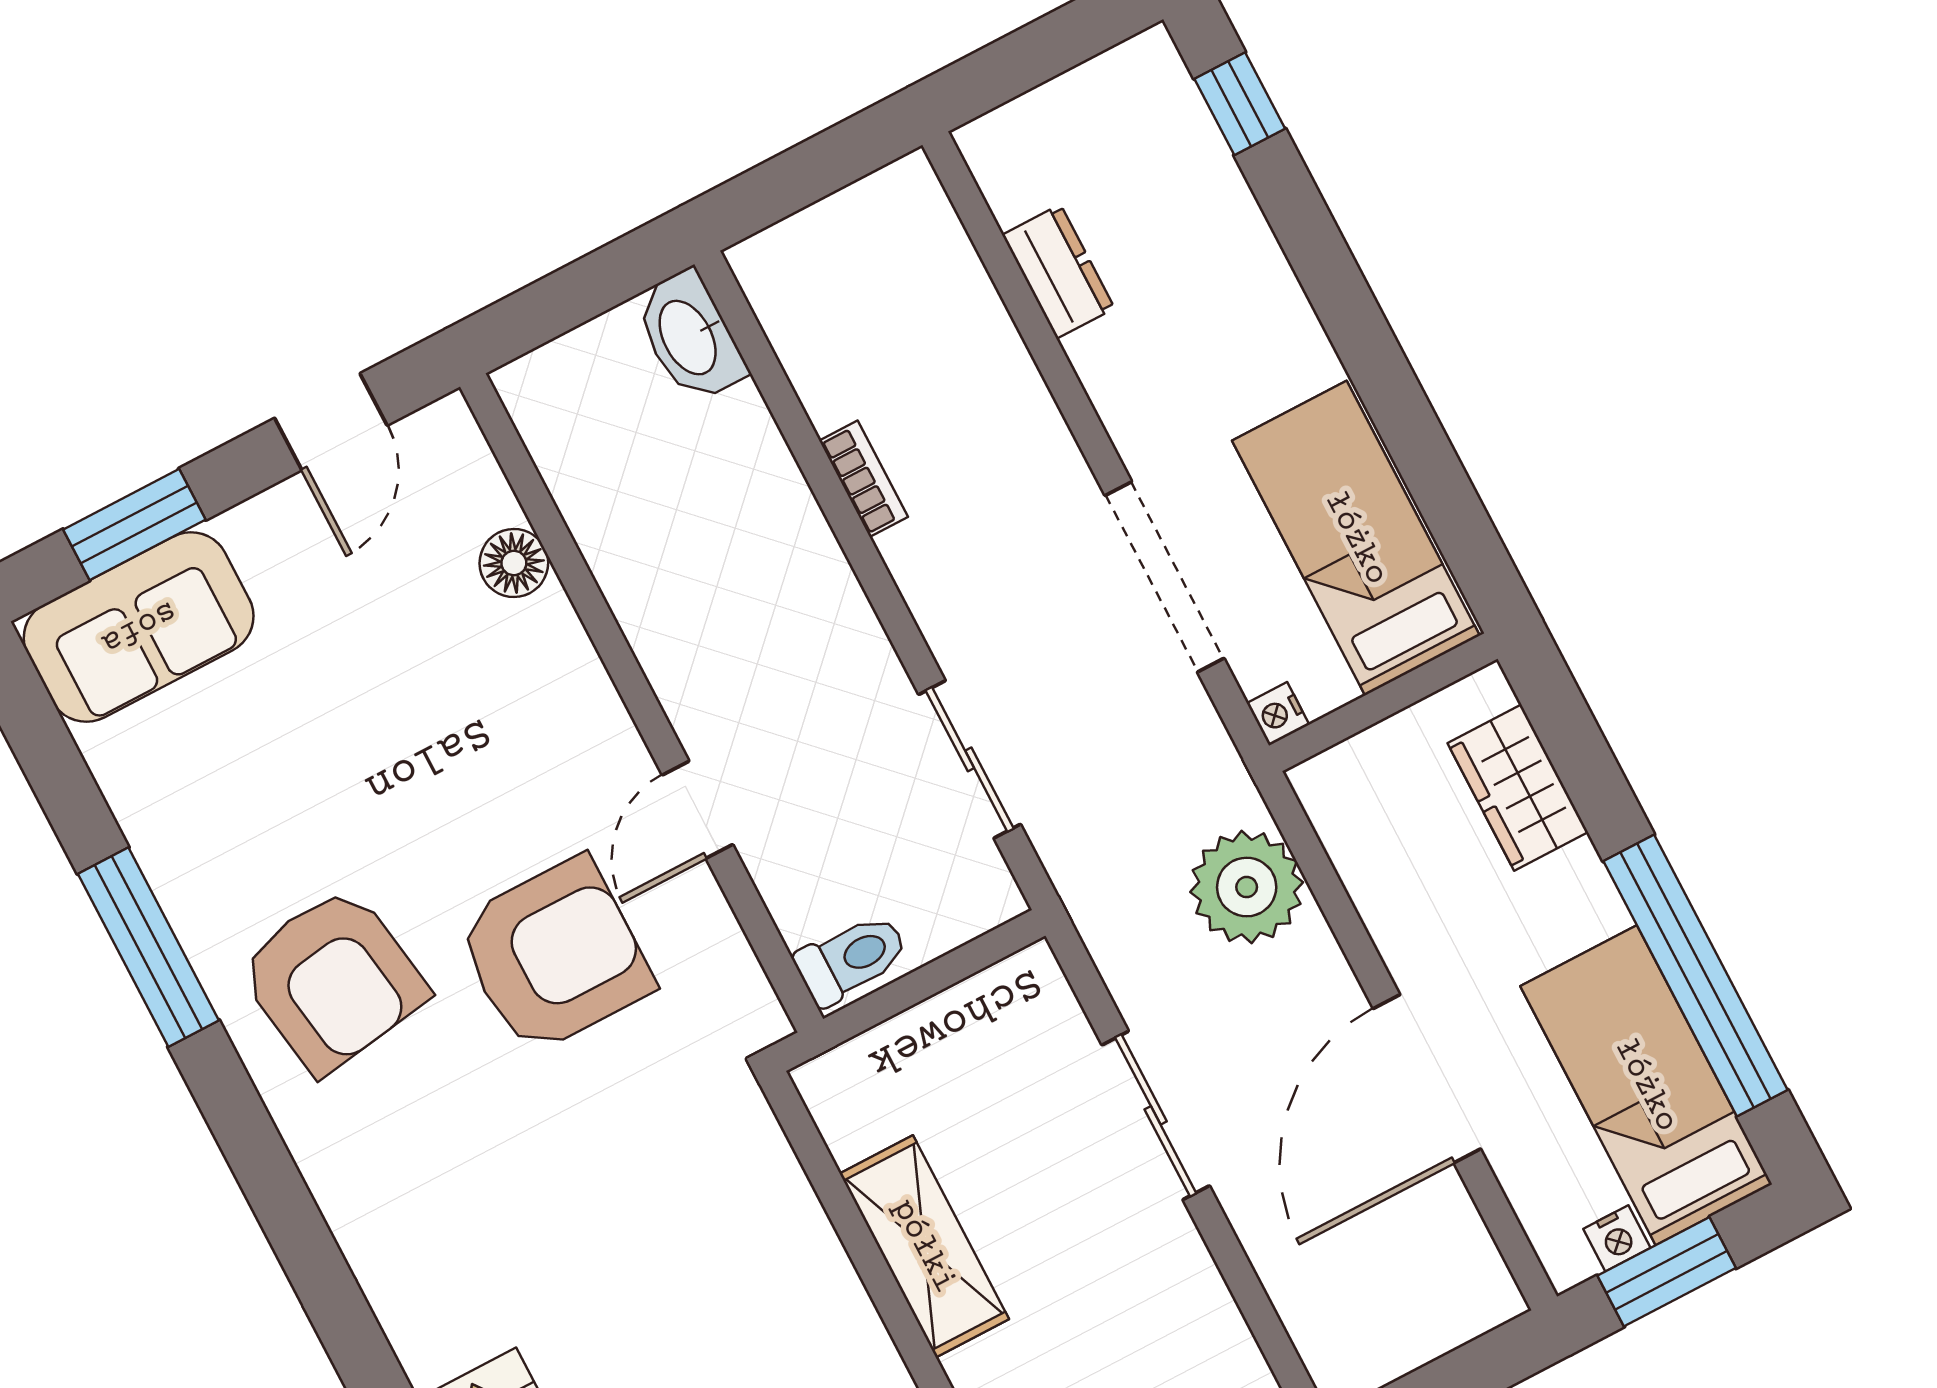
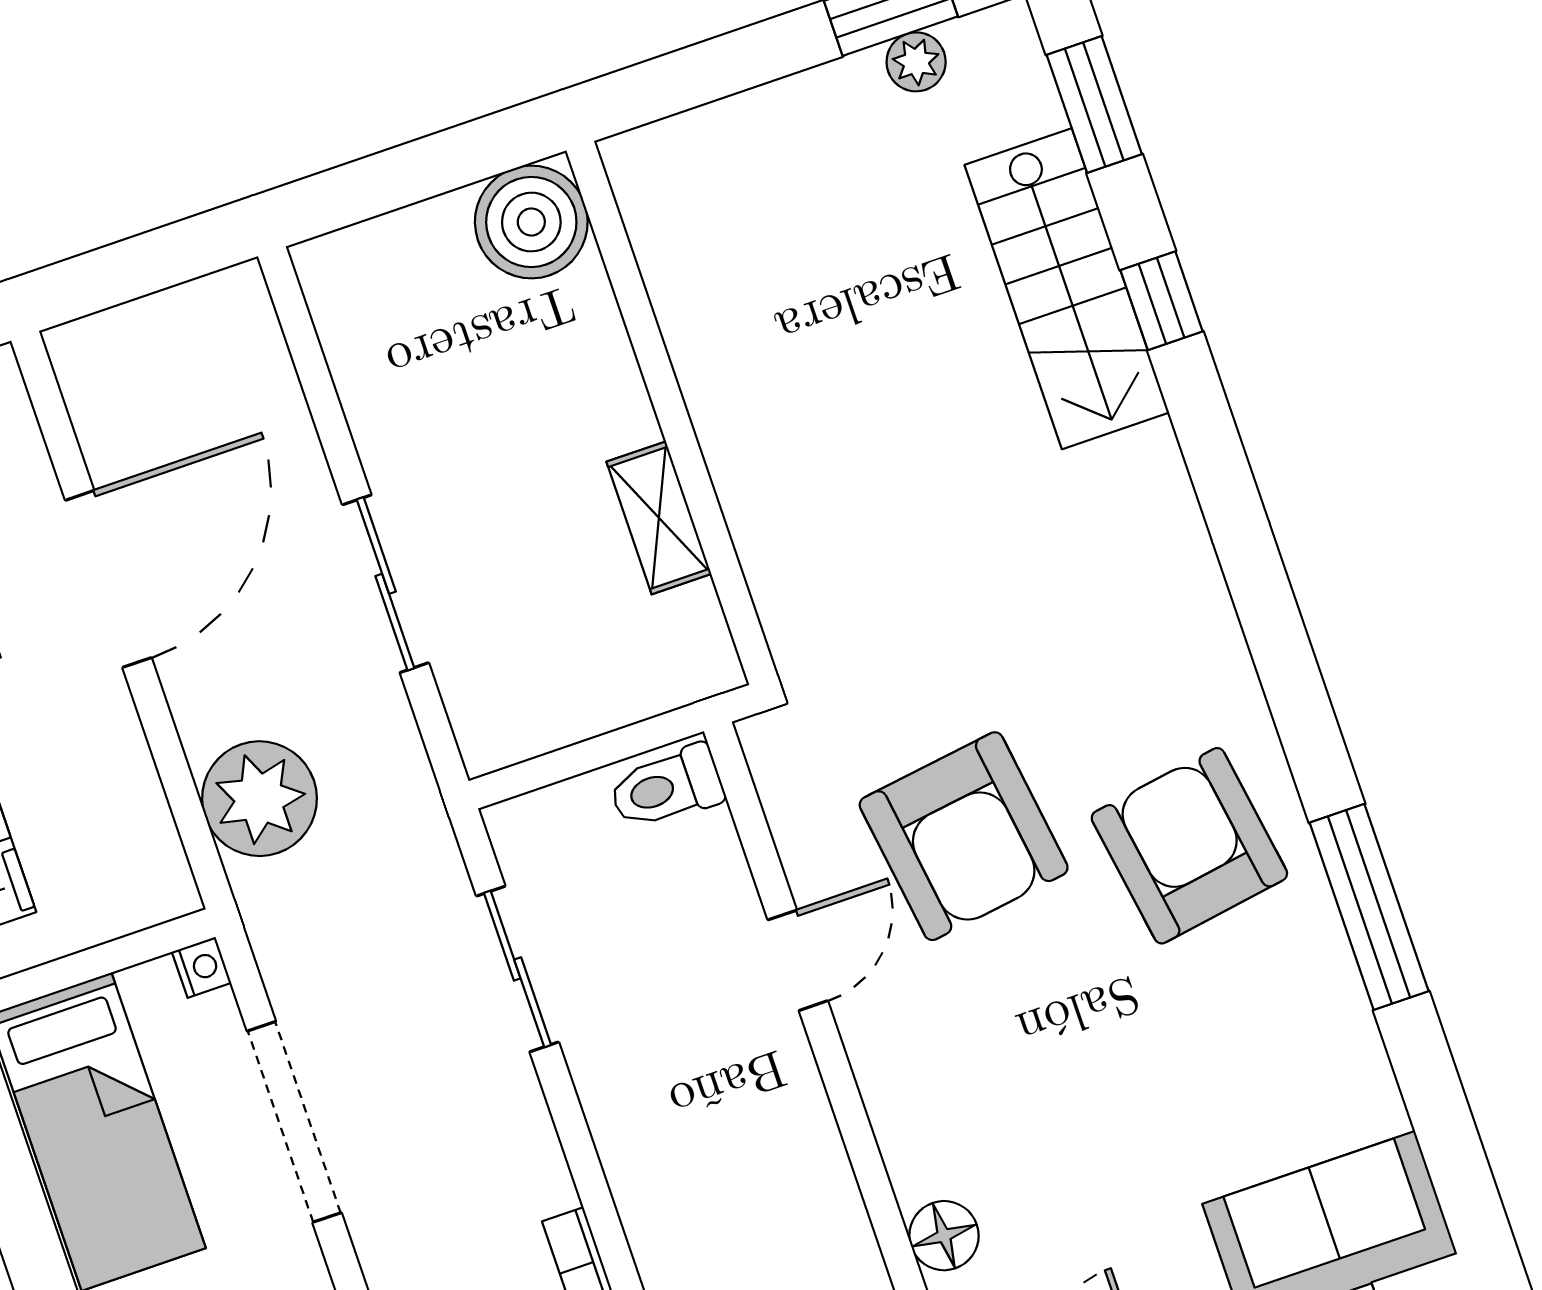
armchair: (554, 956) -> (964, 836), turned -98
shelving: (924, 1246) -> (659, 518), width x0.67, depth x0.75

